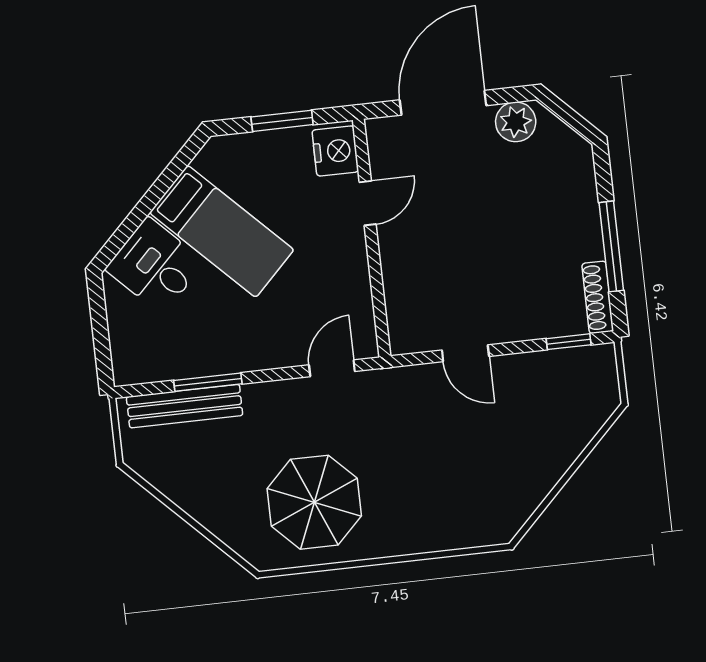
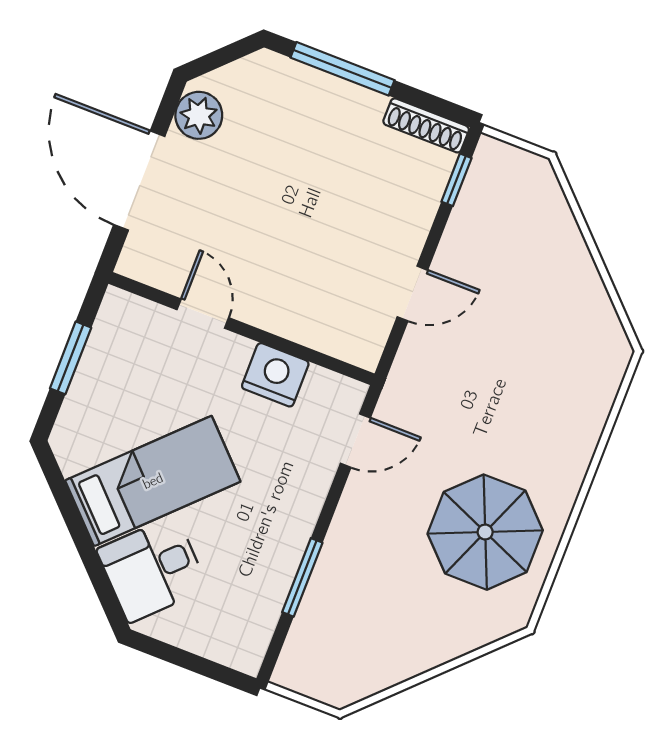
nightstand: (335, 151) -> (275, 375), moved
window: (611, 246) -> (342, 69), moved
door: (332, 368) -> (355, 441), swing flipped
bench: (185, 406) -> (315, 615), removed

